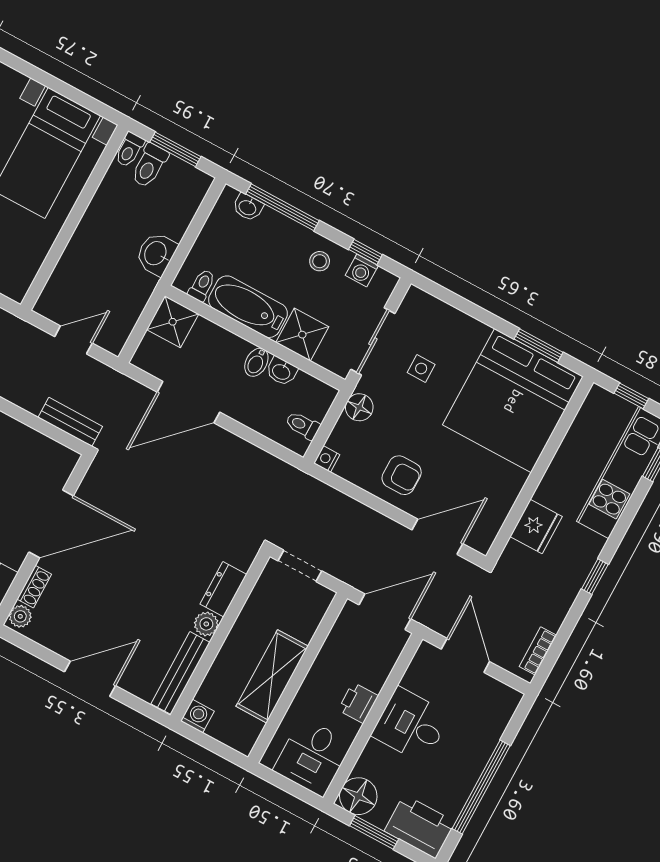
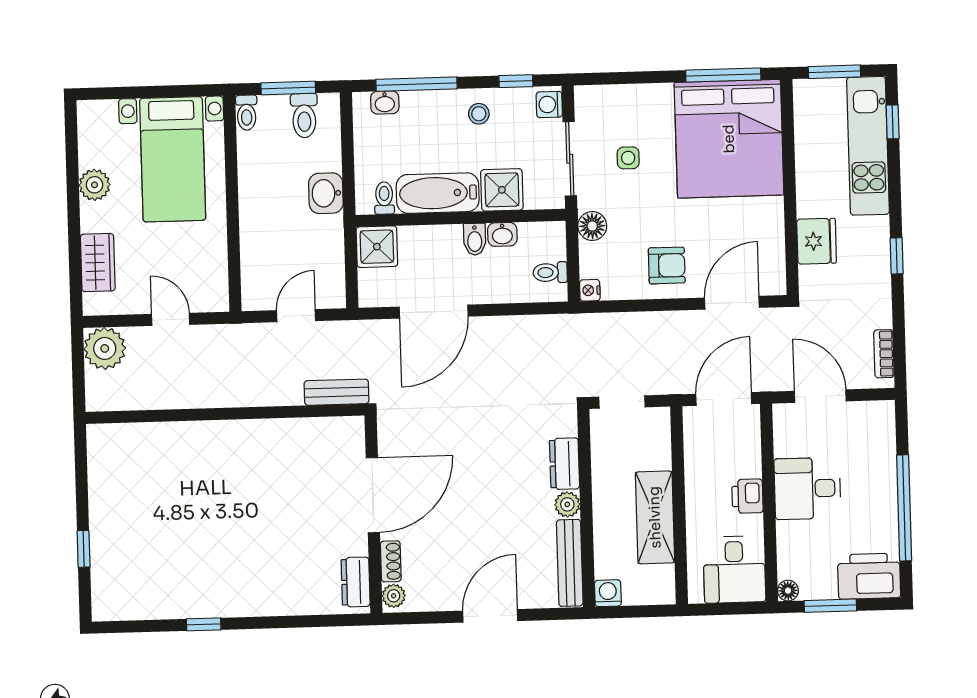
toilet: (149, 166) -> (304, 116), moved
washing machine: (362, 270) -> (549, 104), moved, turned 90
window: (539, 346) -> (723, 75), width x1.44
window: (631, 396) -> (834, 72), width x1.50
floor lamp: (358, 796) -> (788, 591), width x0.53, depth x0.53

